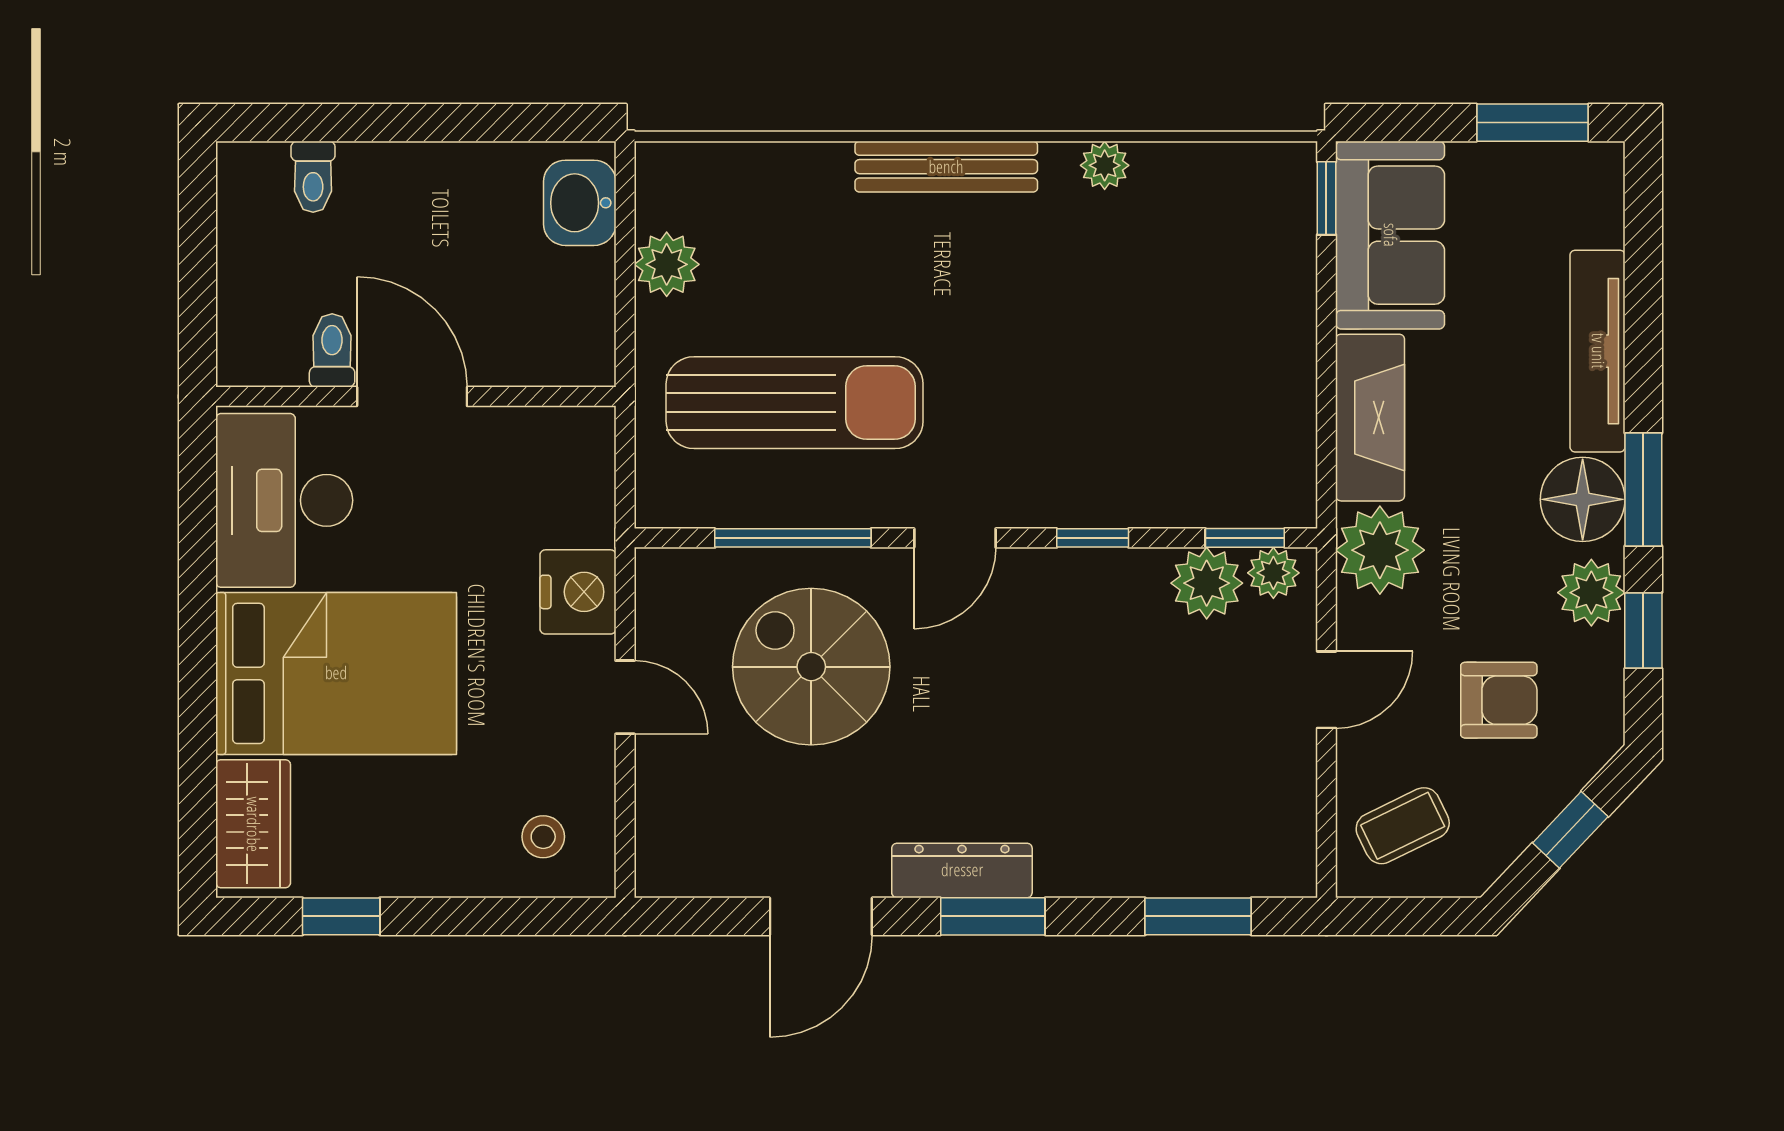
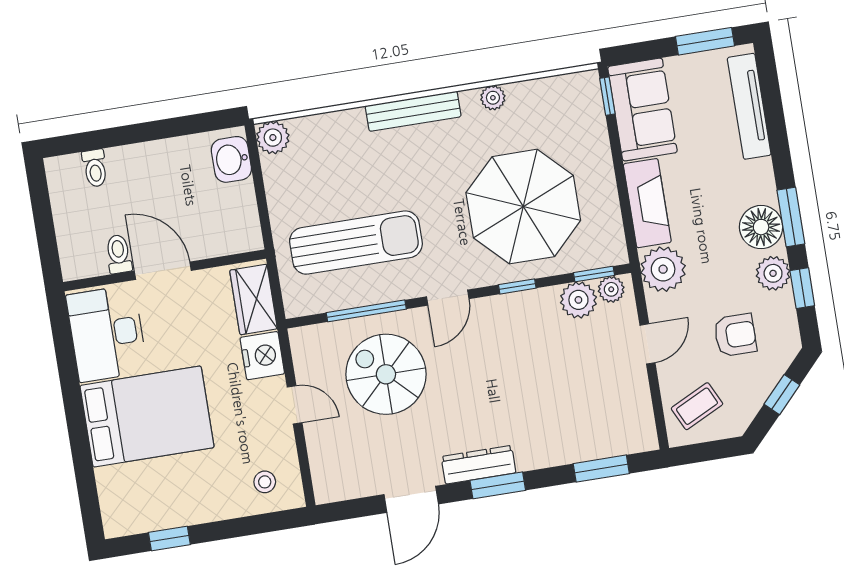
plant: (667, 264) -> (273, 138), moved
tv unit: (1598, 351) -> (749, 106), moved
parasol: (1129, 385) -> (523, 207), added
wardrobe: (253, 824) -> (254, 300), moved, turned 180

